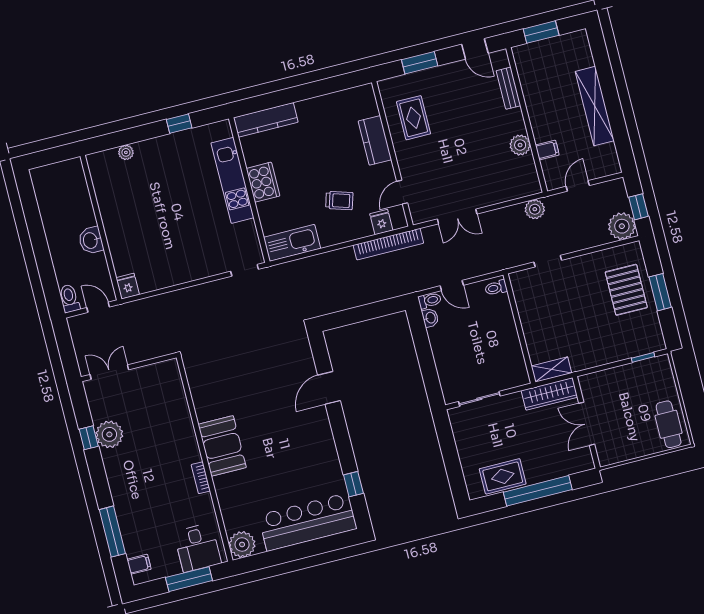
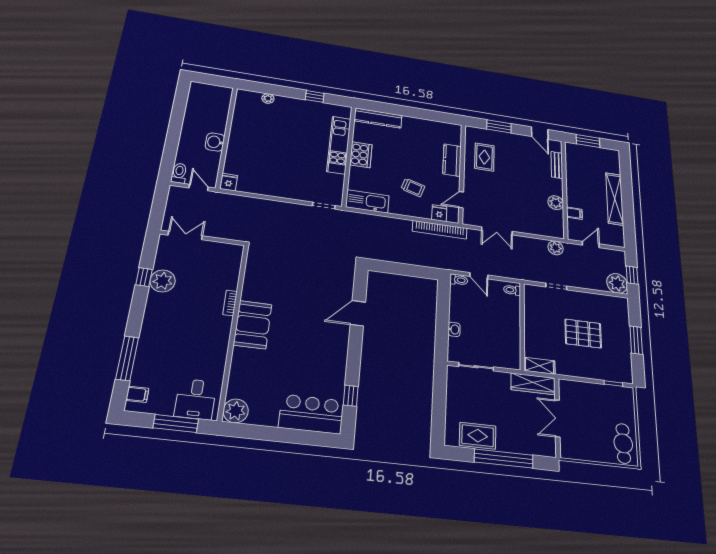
pallet: (626, 290) -> (583, 334), moved, turned 90
washbasin: (430, 318) -> (454, 329), moved
bookcase: (201, 478) -> (230, 303), moved
bar counter: (308, 522) -> (311, 414), width x0.73

